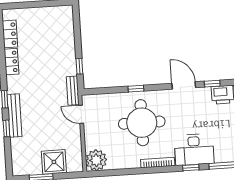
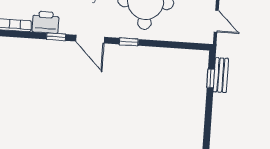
window: (136, 89) -> (129, 42), moved
bench: (73, 91) -> (221, 75), moved

